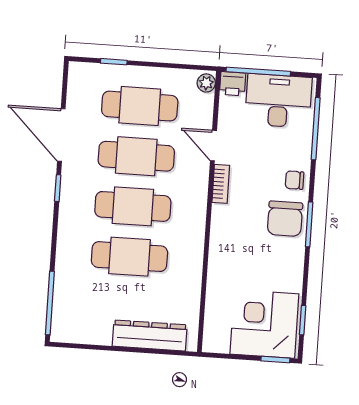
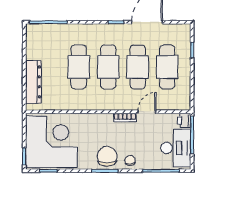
plant: (206, 83) -> (183, 105), removed
chair: (285, 219) -> (107, 156), turned 90
corner desk: (264, 324) -> (51, 142), width x1.36, depth x1.36

